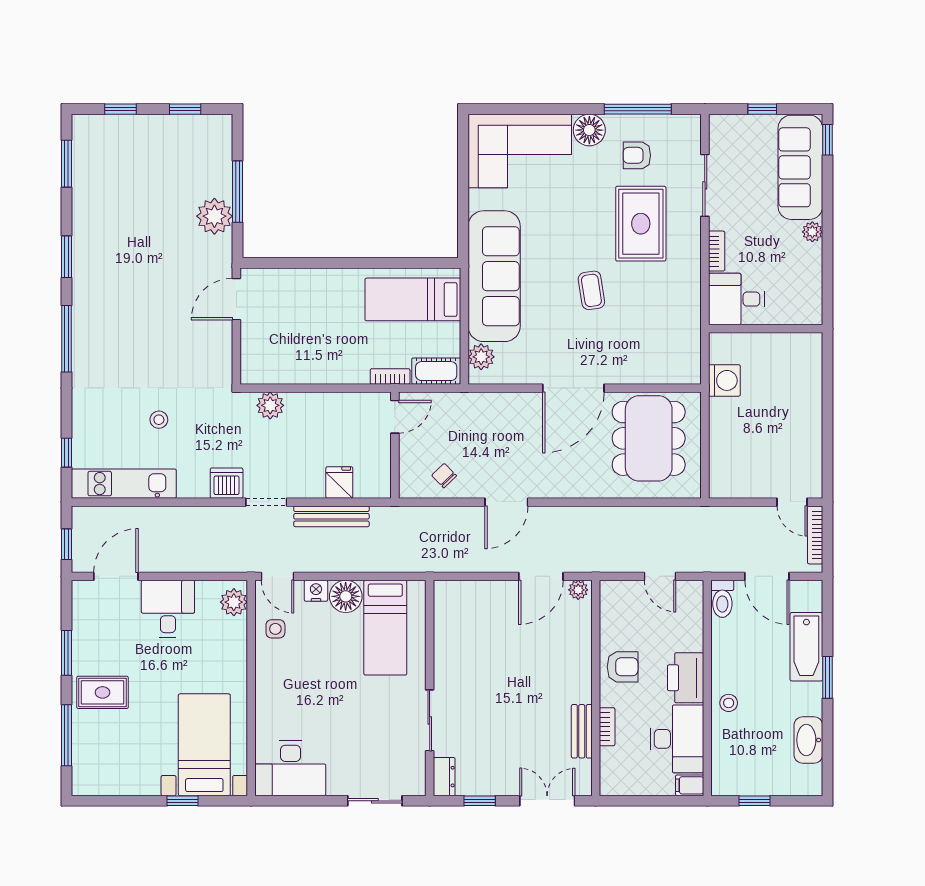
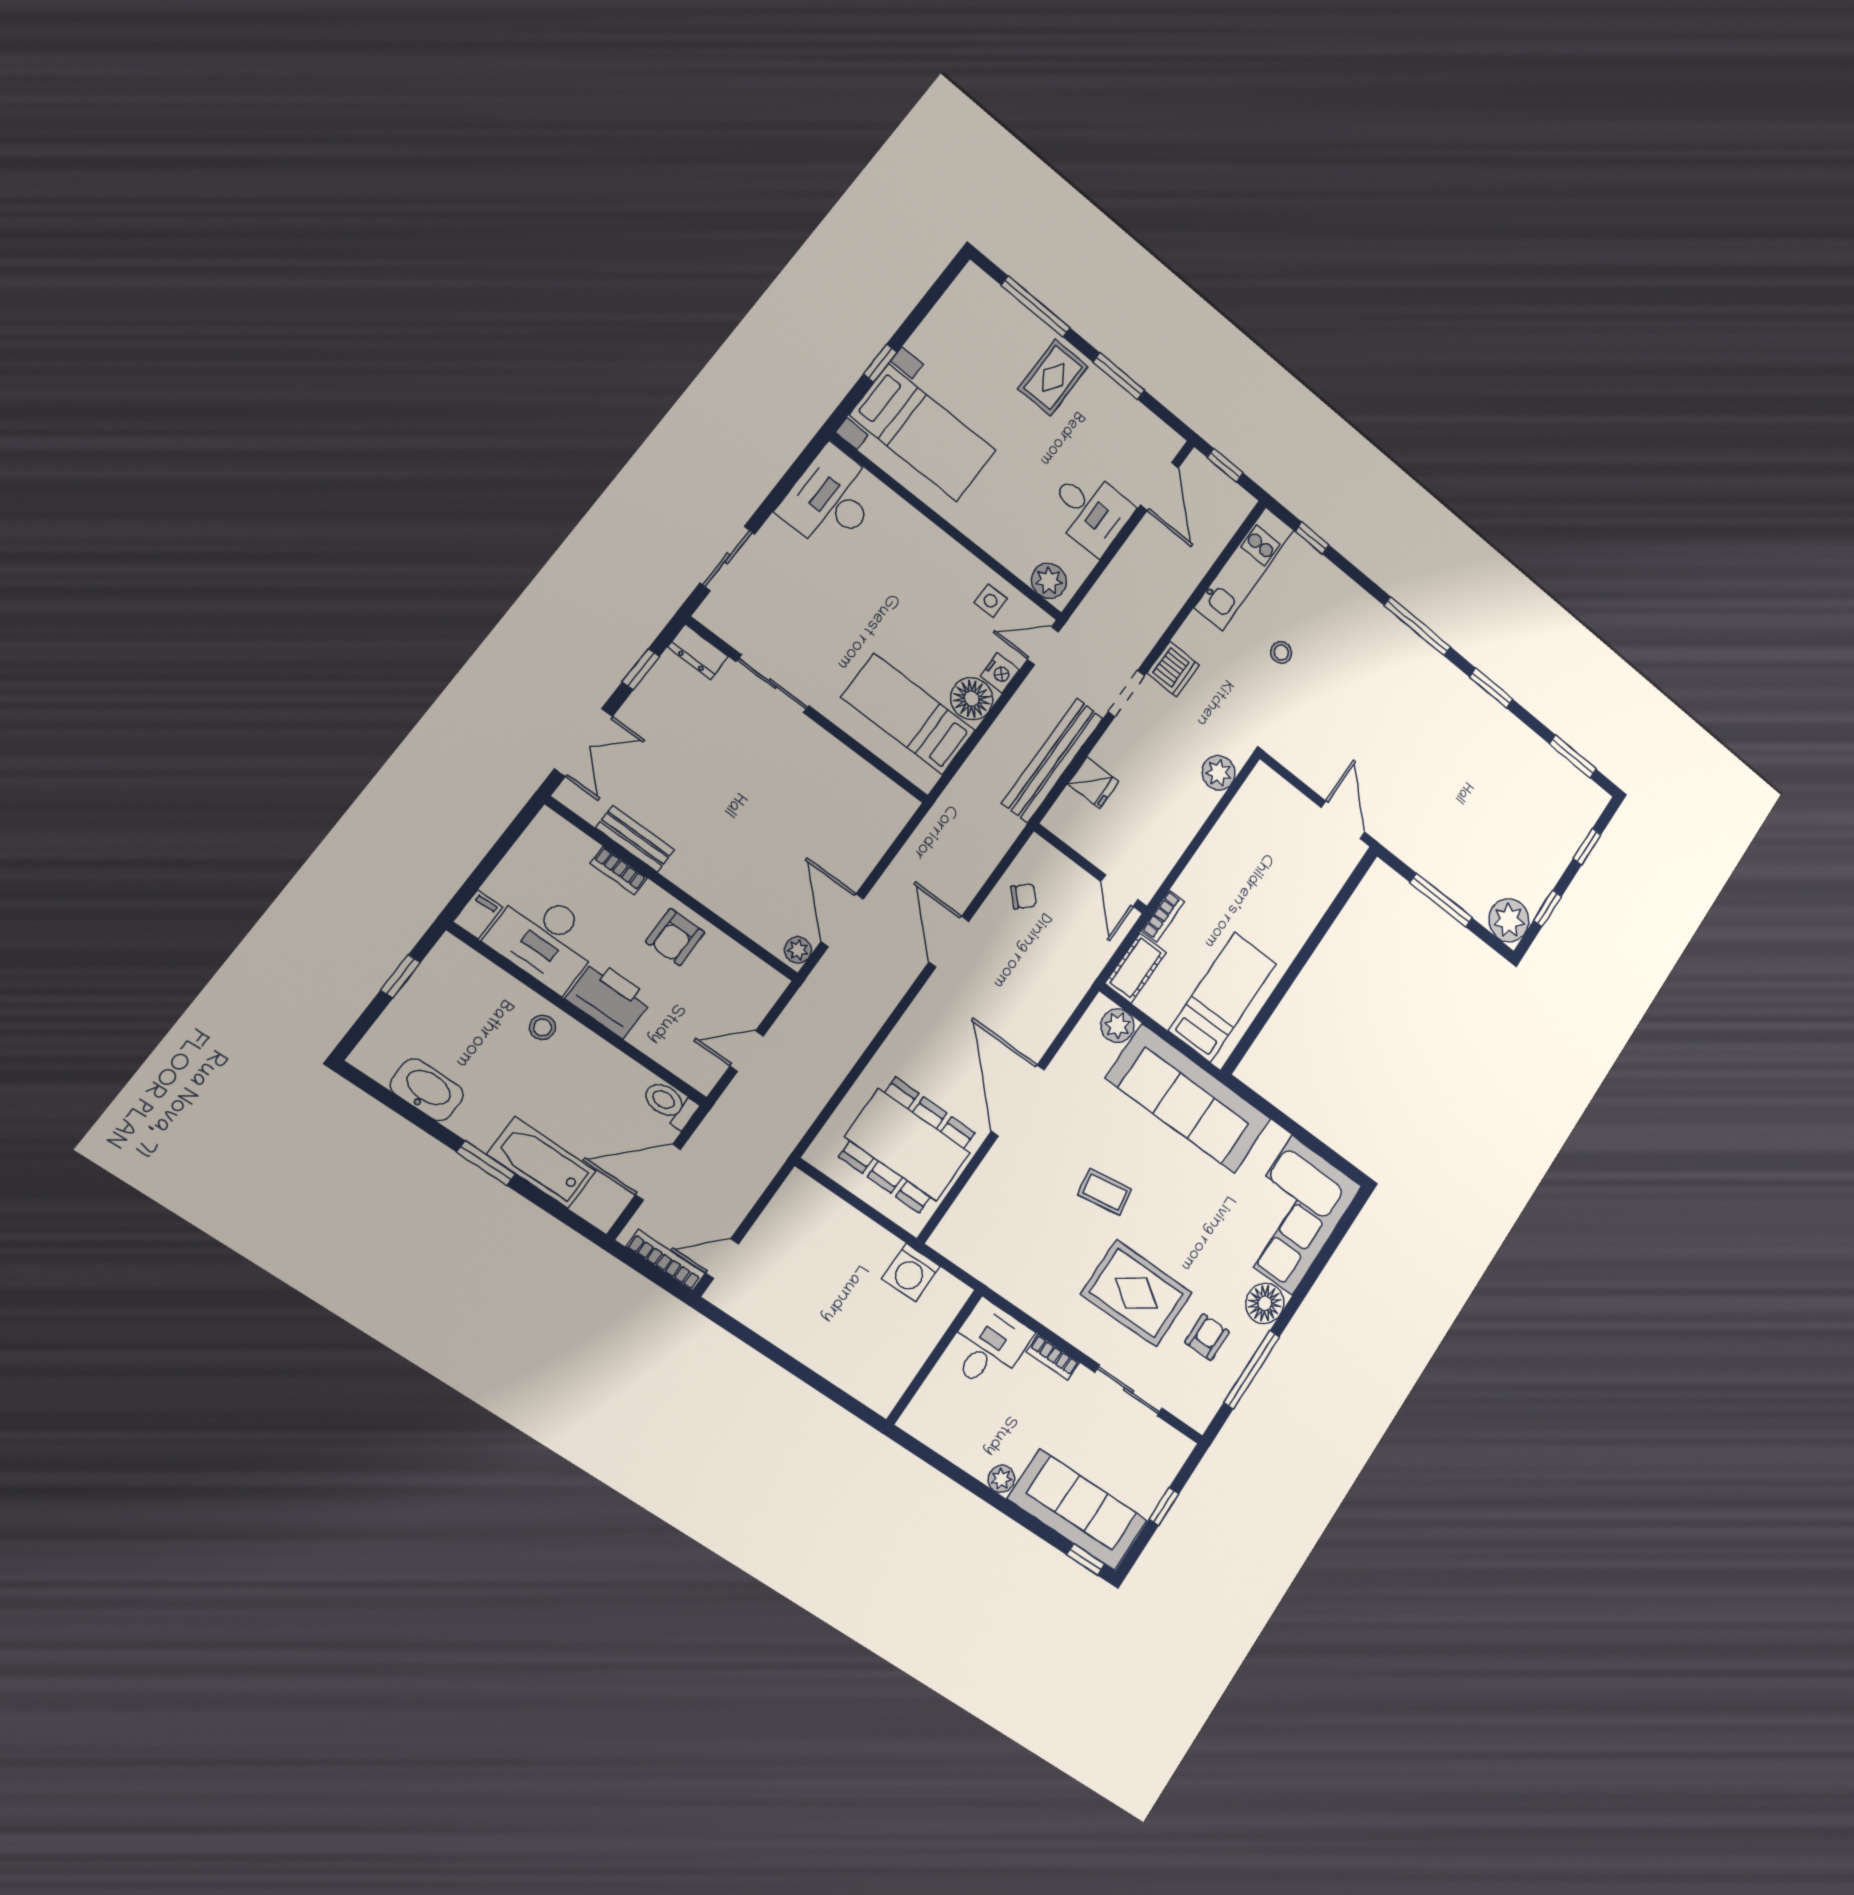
plant: (214, 216) -> (1509, 920), moved
bench: (331, 516) -> (1052, 760), width x1.37, depth x1.21

